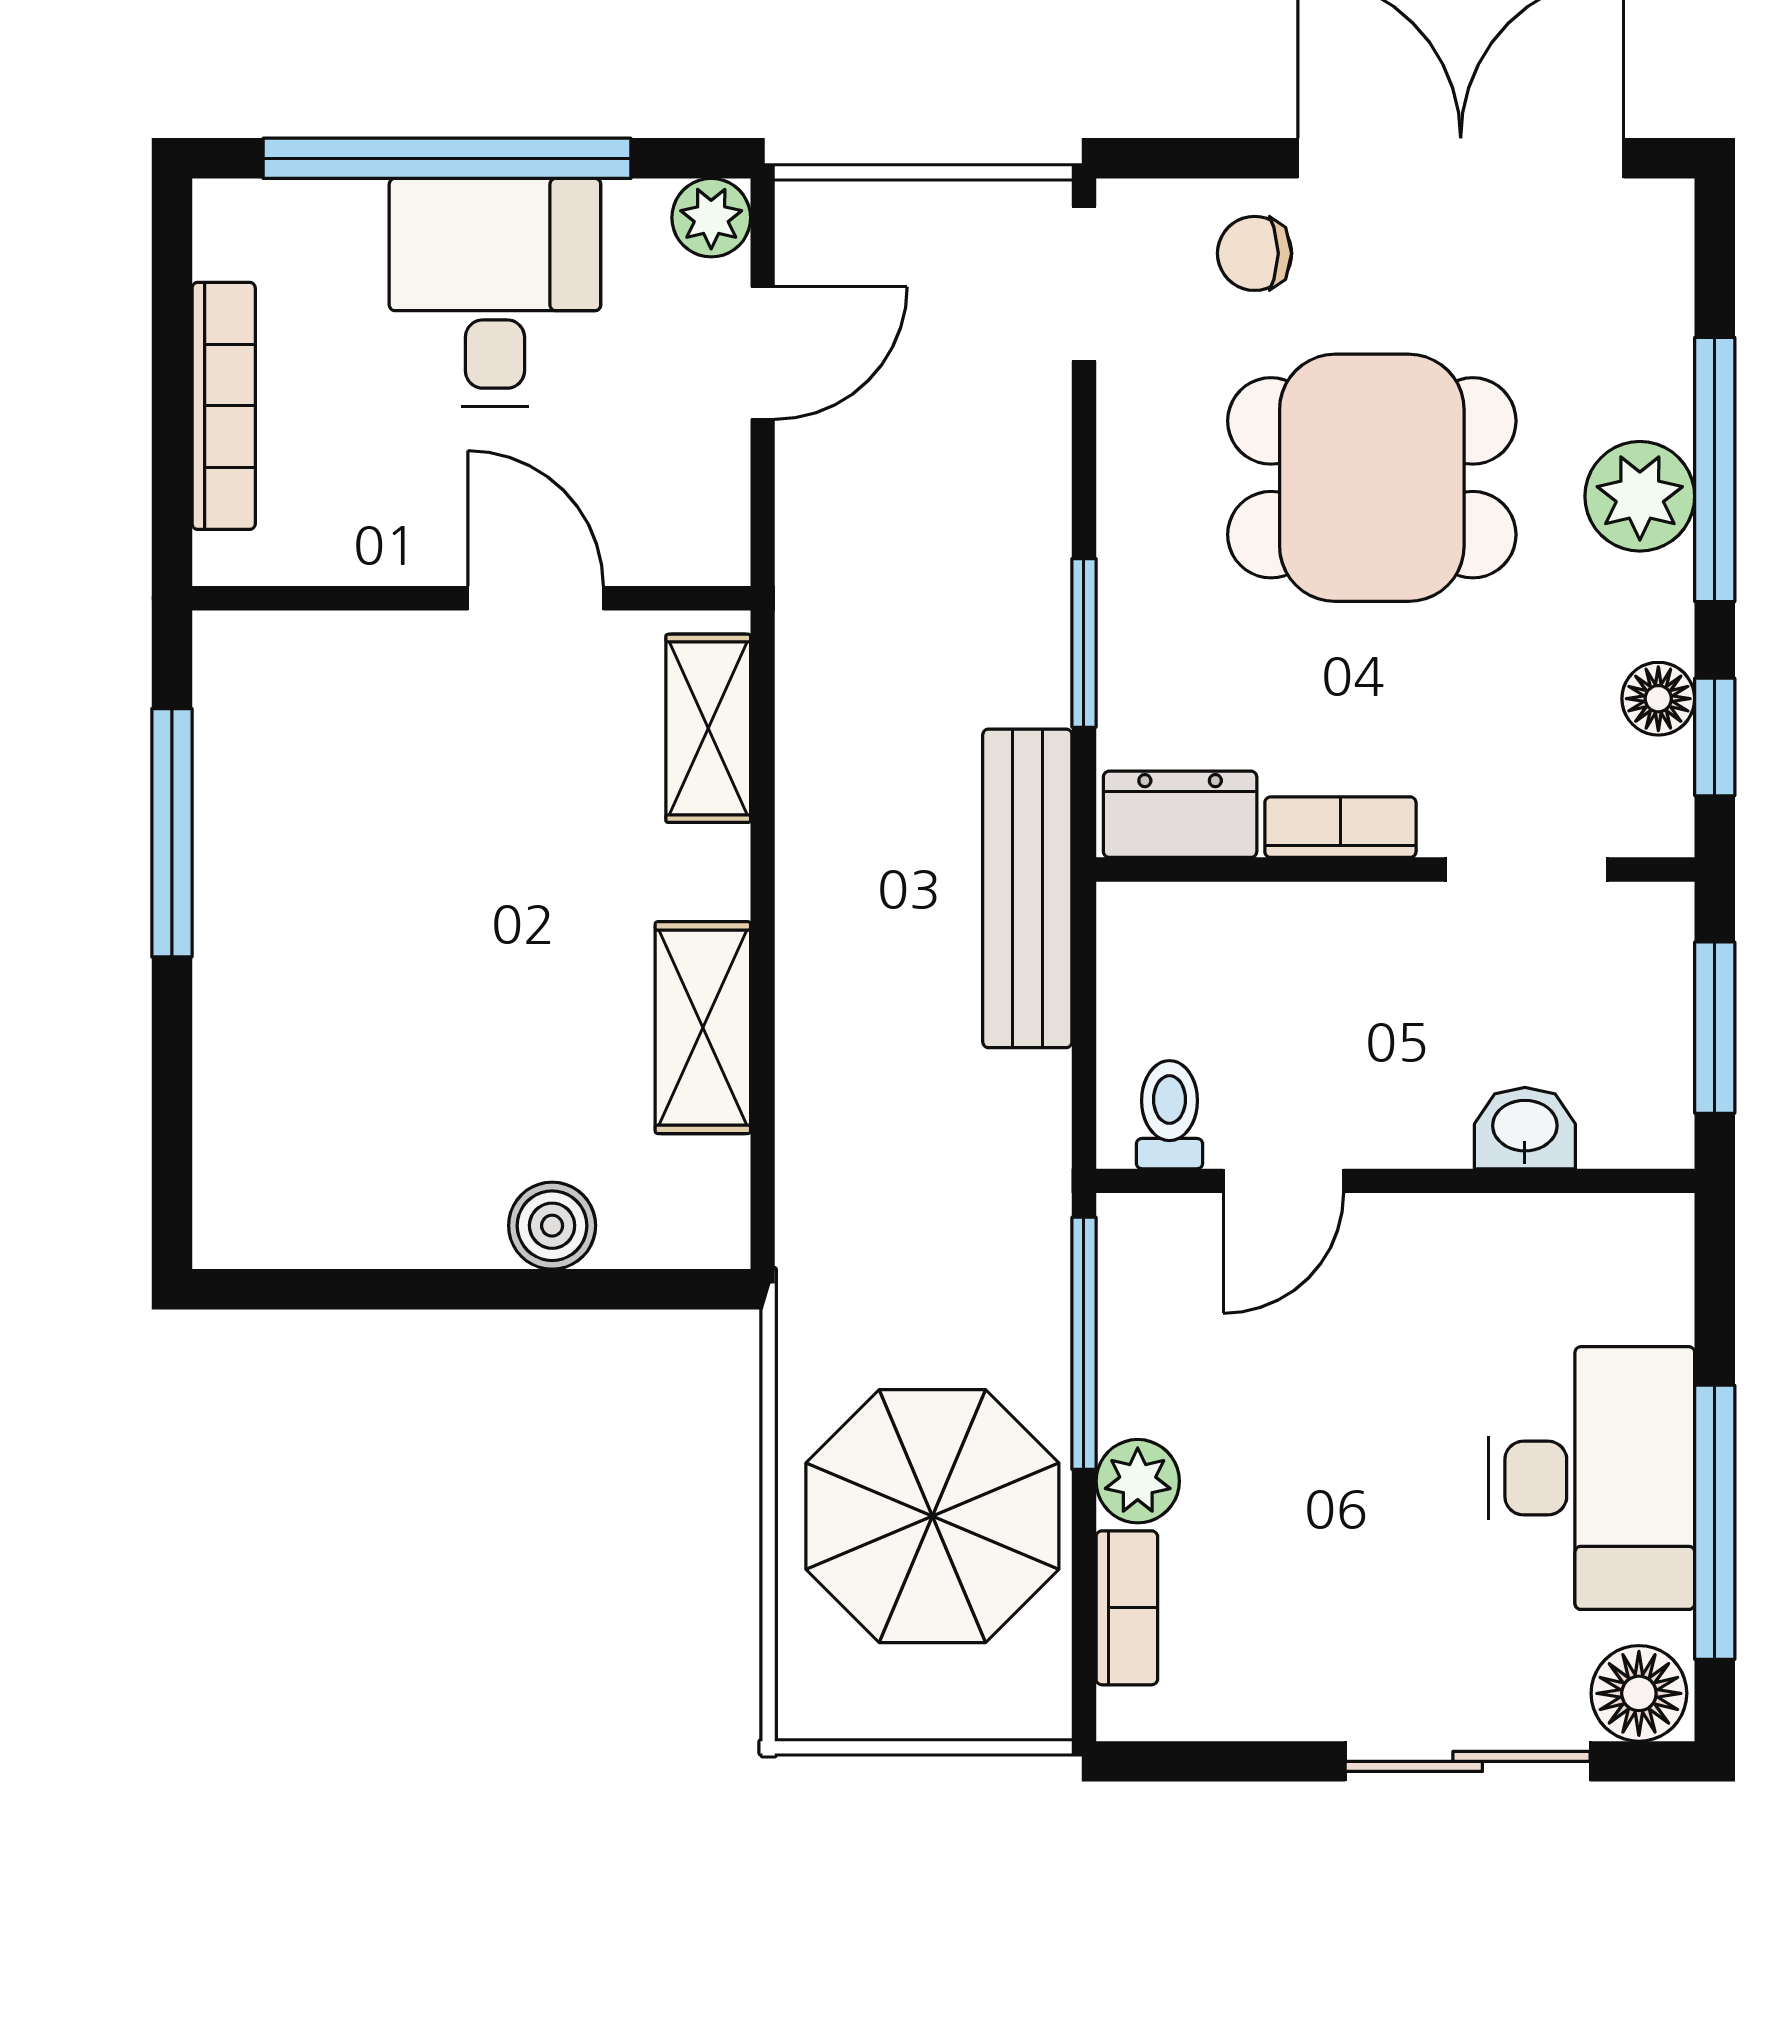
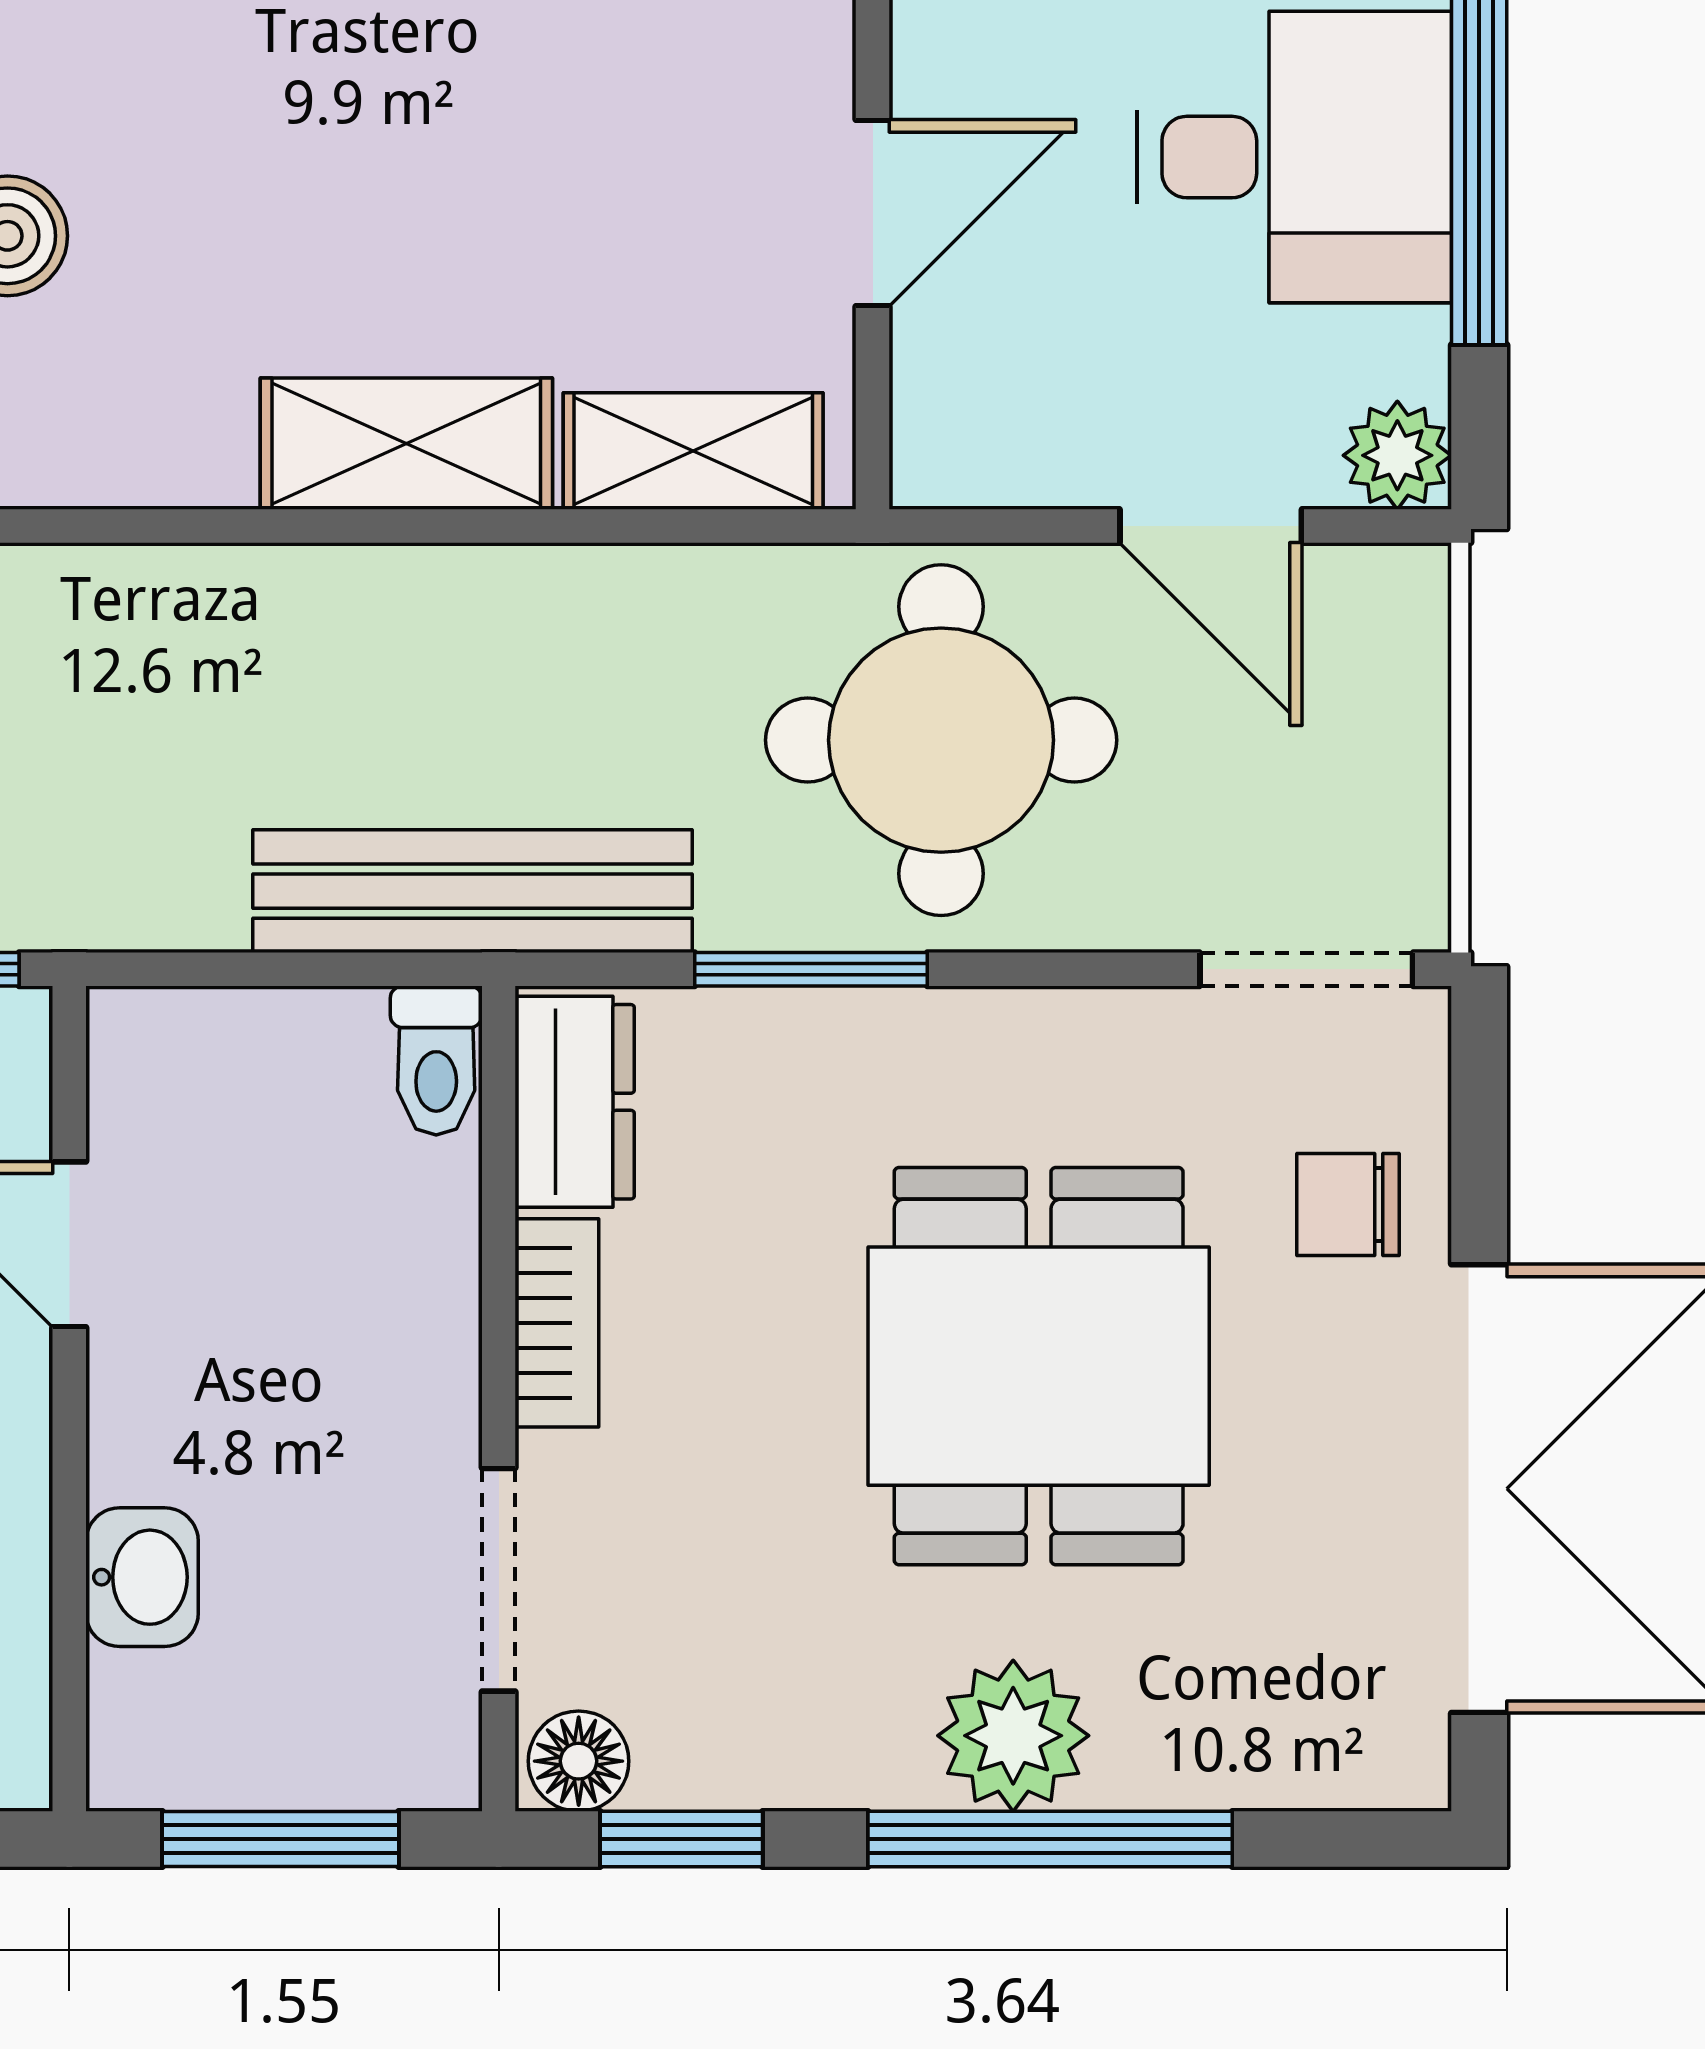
chair: (1255, 253) -> (1348, 1204), turned -90
round table: (918, 549) -> (941, 740), added
floor lamp: (1658, 699) -> (579, 1761), moved
shelving: (703, 1028) -> (406, 444), moved
toilet: (1169, 1115) -> (436, 1060), moved, turned 90

